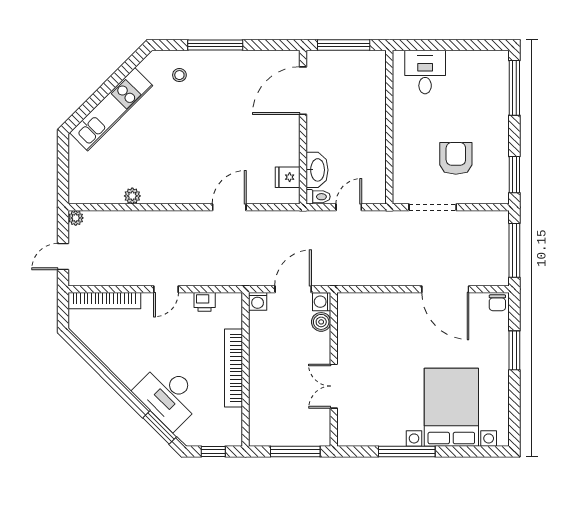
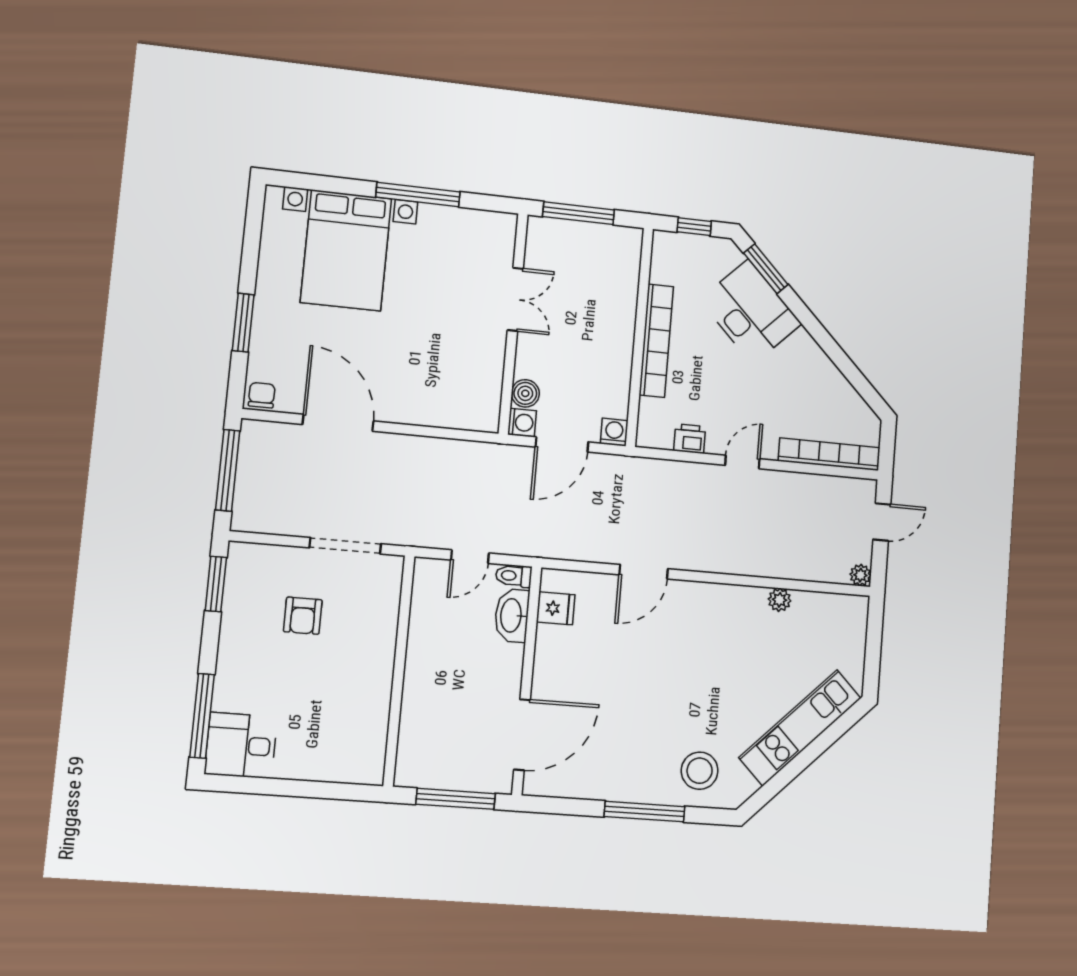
desk: (425, 72) -> (241, 745), moved, turned 90
stool: (179, 75) -> (700, 771), width x1.89, depth x1.89
armchair: (456, 158) -> (303, 616), width x0.72, depth x0.72

